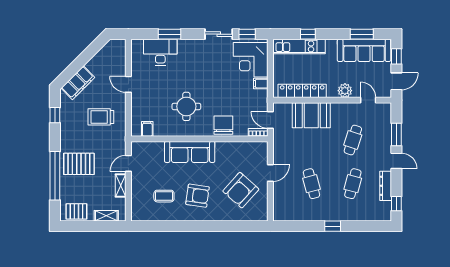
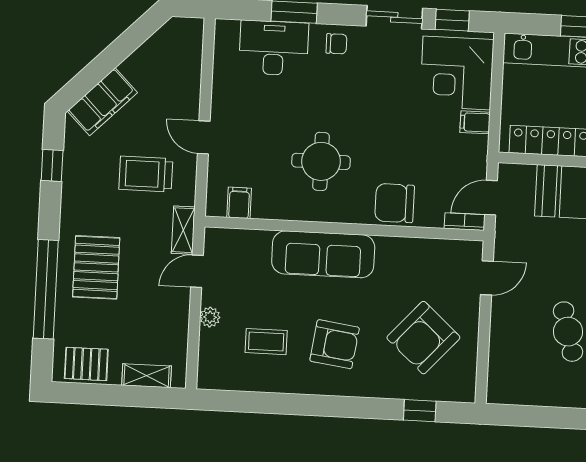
chair: (191, 49) -> (336, 44), added
door: (128, 84) -> (204, 137), moved
door: (270, 120) -> (491, 198), hinge flipped
chair: (223, 125) -> (395, 203), turned -90
pallet: (79, 164) -> (96, 267), turned 90
door: (270, 173) -> (487, 278), moved
shelving: (121, 185) -> (183, 230), moved
plant: (136, 185) -> (210, 317), added
window: (241, 226) -> (420, 411), added

